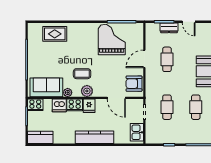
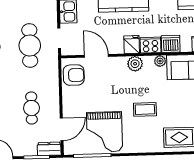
dresser: (169, 28) -> (49, 149), moved
door: (144, 59) -> (62, 129), moved
coffee table: (82, 74) -> (145, 109), moved
cafe table: (167, 107) -> (30, 45), width x1.37, depth x1.35

